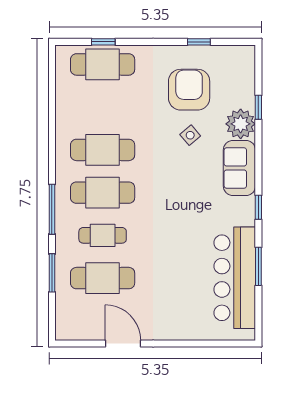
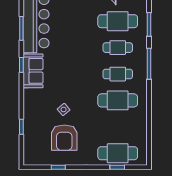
plant: (241, 124) -> (32, 117), removed
sofa: (239, 168) -> (33, 71), moved
cafe table: (103, 193) -> (118, 74), width x0.73, depth x0.74

